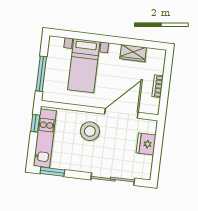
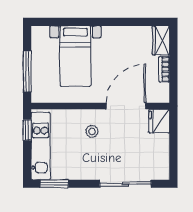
wardrobe: (133, 53) -> (161, 40), moved, turned 90
stool: (90, 131) -> (92, 131), width x0.53, depth x0.53
fridge: (146, 144) -> (159, 121), moved

